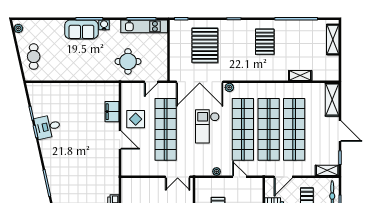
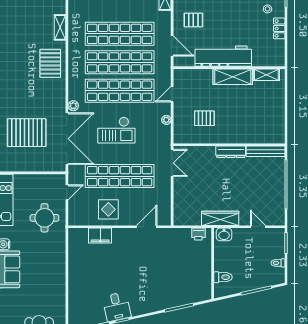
pallet: (265, 42) -> (50, 63), moved, turned 90
door: (151, 82) -> (67, 192), hinge flipped
door: (120, 140) -> (147, 227), moved

